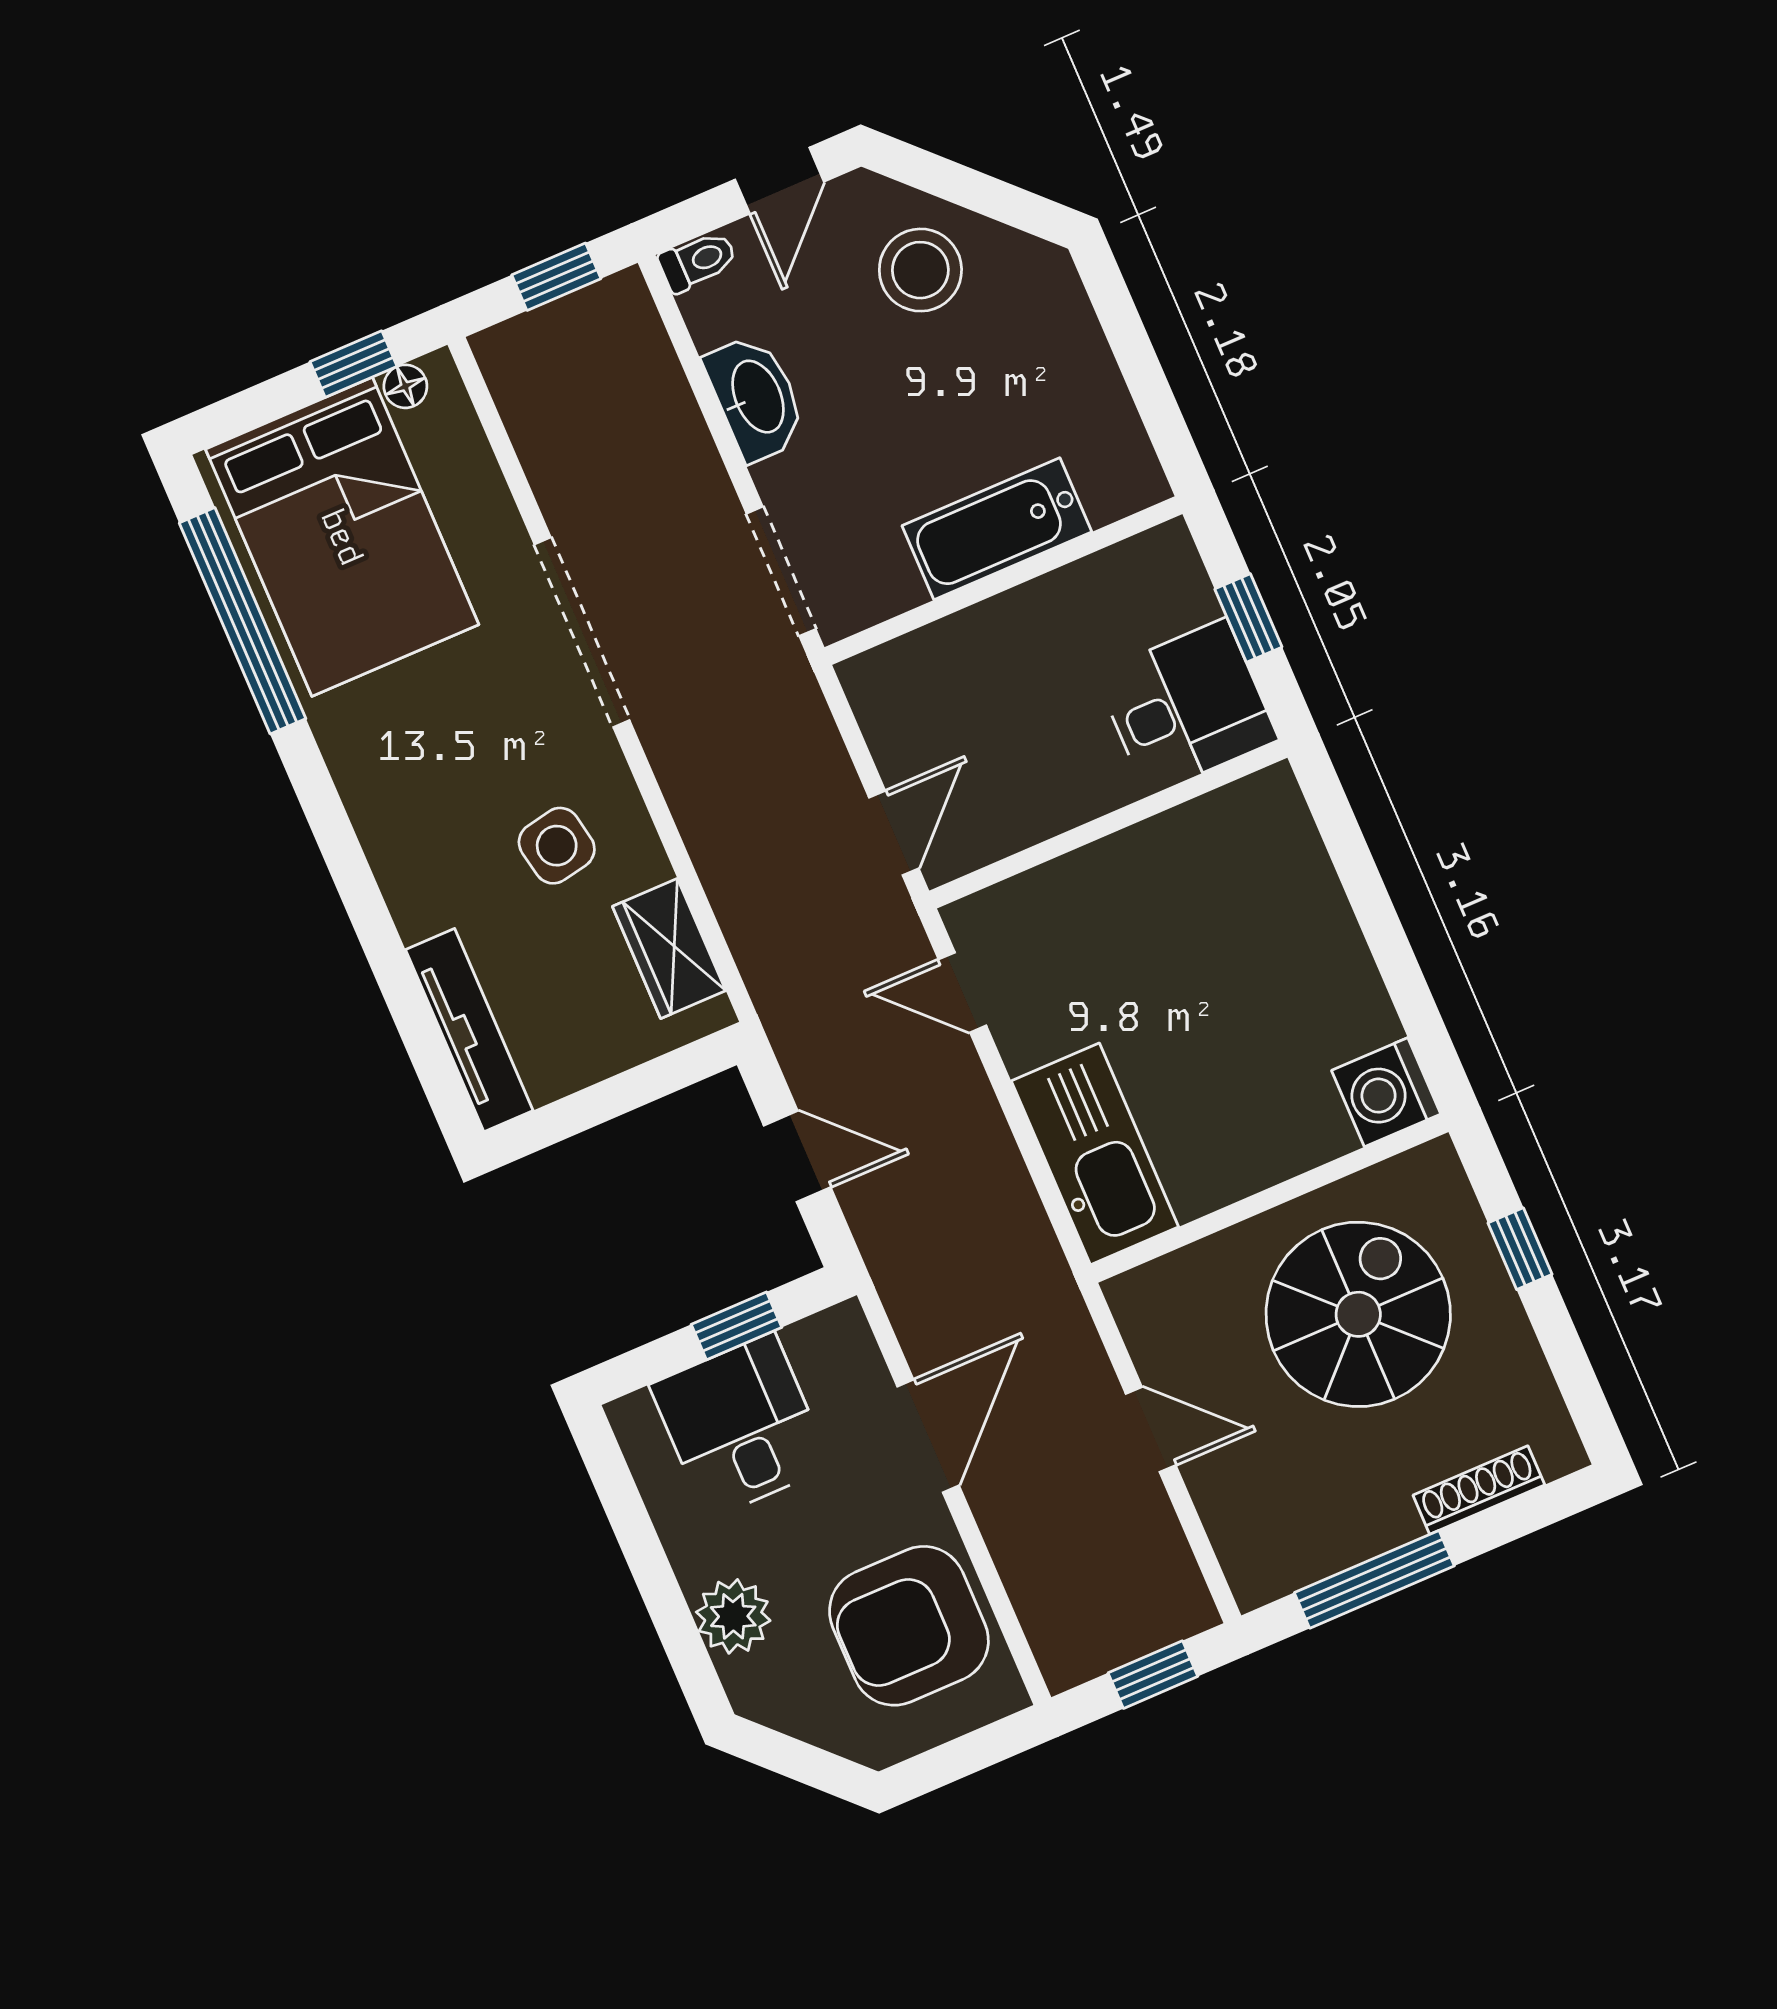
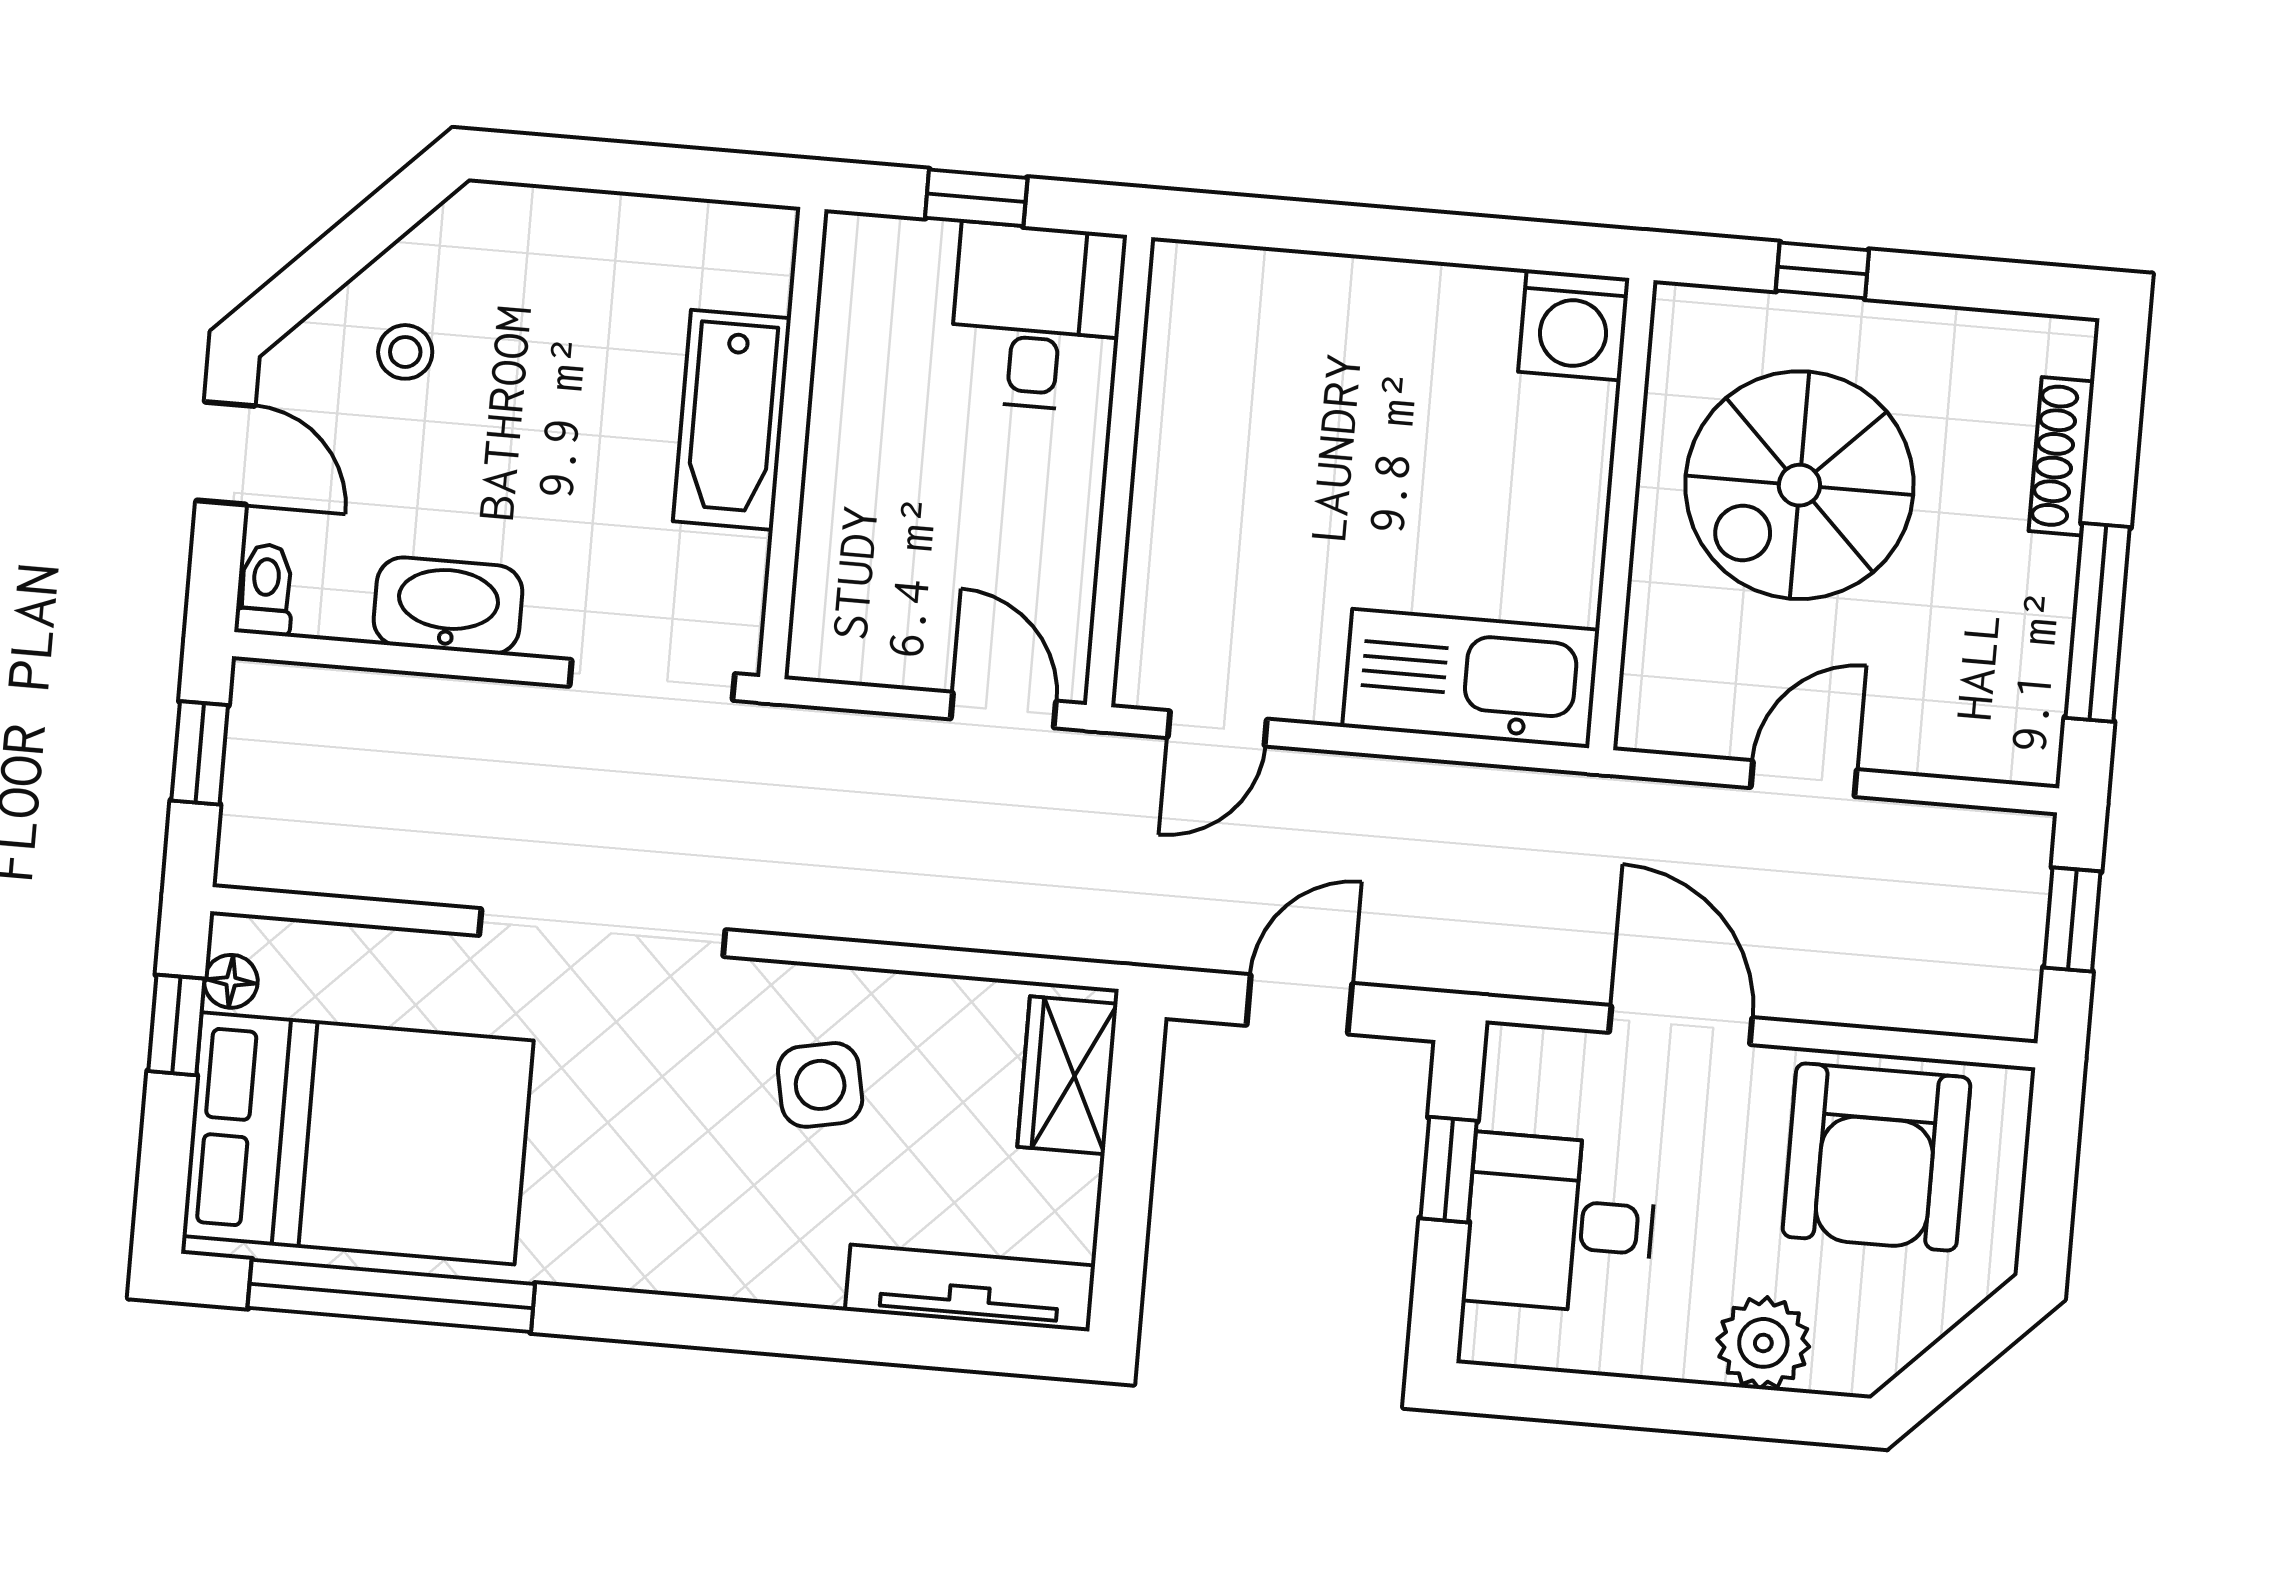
stool: (920, 270) -> (405, 352), width x0.53, depth x0.53
wardrobe: (669, 949) -> (1067, 1075), moved, turned 90
spiral stairs: (1358, 1314) -> (1799, 485), turned -90

